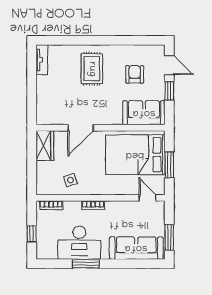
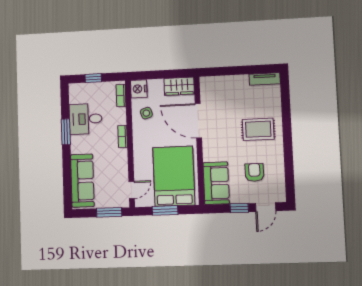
armchair: (135, 74) -> (254, 172), turned -90
door: (81, 128) -> (198, 121), width x1.36
nightstand: (45, 187) -> (139, 89), added
window: (169, 237) -> (109, 212), moved
desk: (79, 243) -> (86, 119), width x0.73

